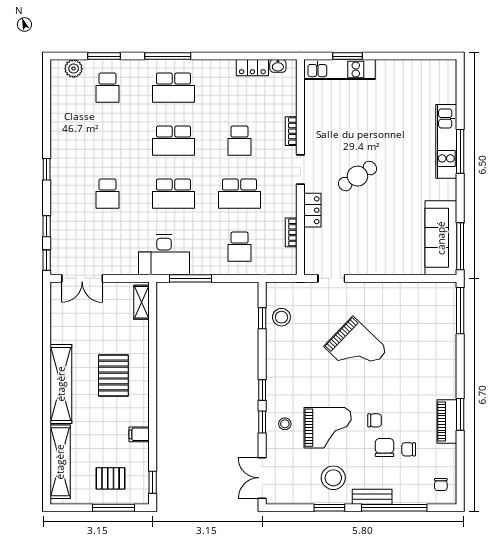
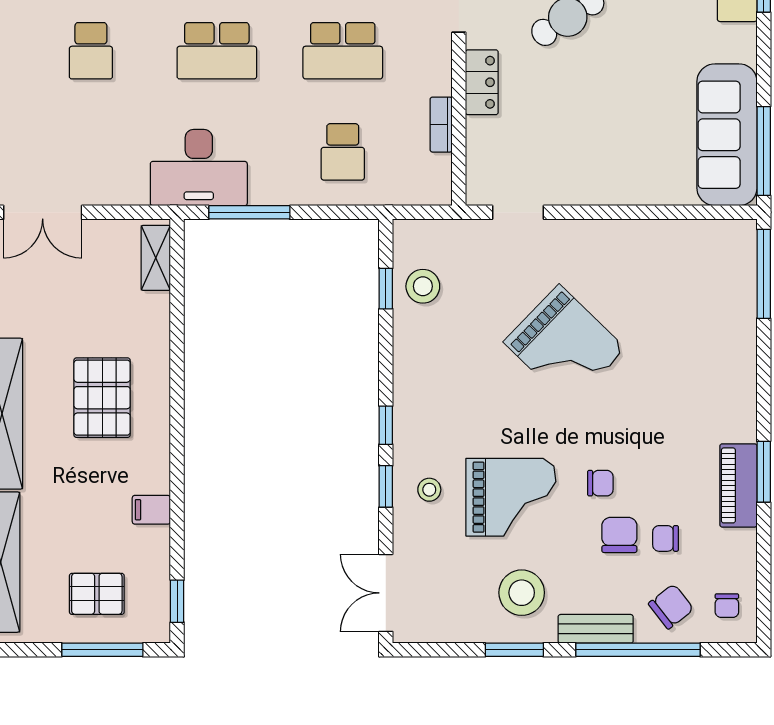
chair: (412, 485) -> (671, 606), added

